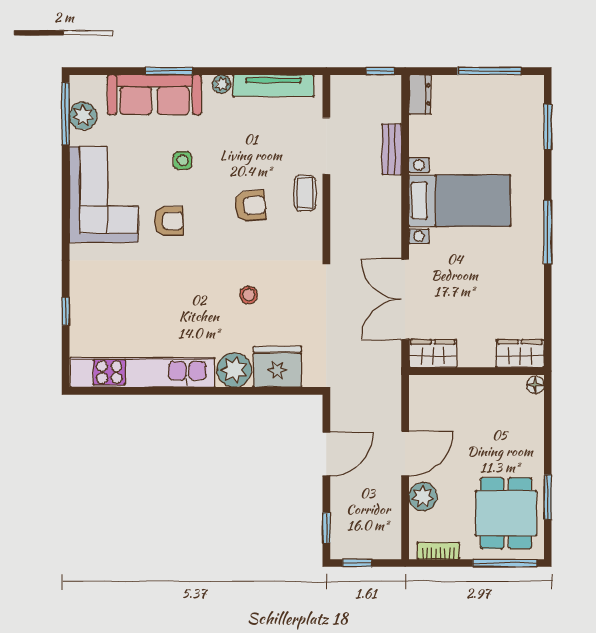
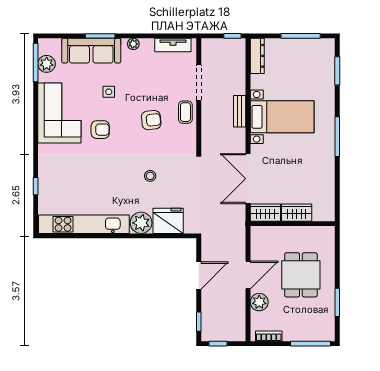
tv unit: (273, 86) -> (173, 45), width x0.71
dresser: (420, 94) -> (257, 56), width x1.44
bench: (392, 149) -> (240, 111), moved
wardrobe: (520, 354) -> (297, 213), moved
floor lamp: (535, 385) -> (330, 232), removed
dining table: (506, 513) -> (301, 275), moved

